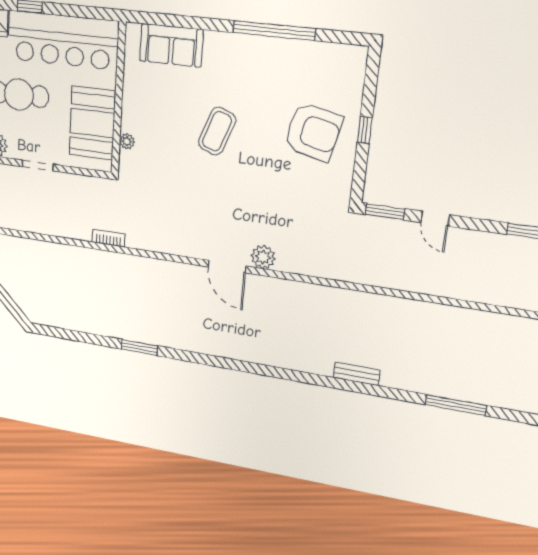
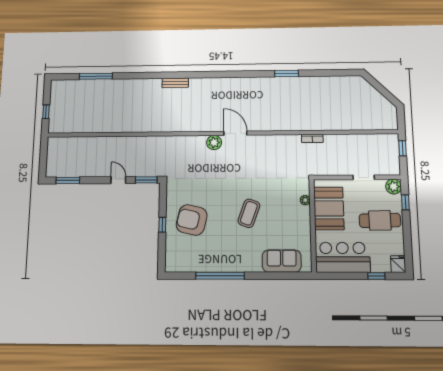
bar counter: (63, 40) -> (343, 257), width x0.73
bench: (357, 374) -> (175, 83), moved

